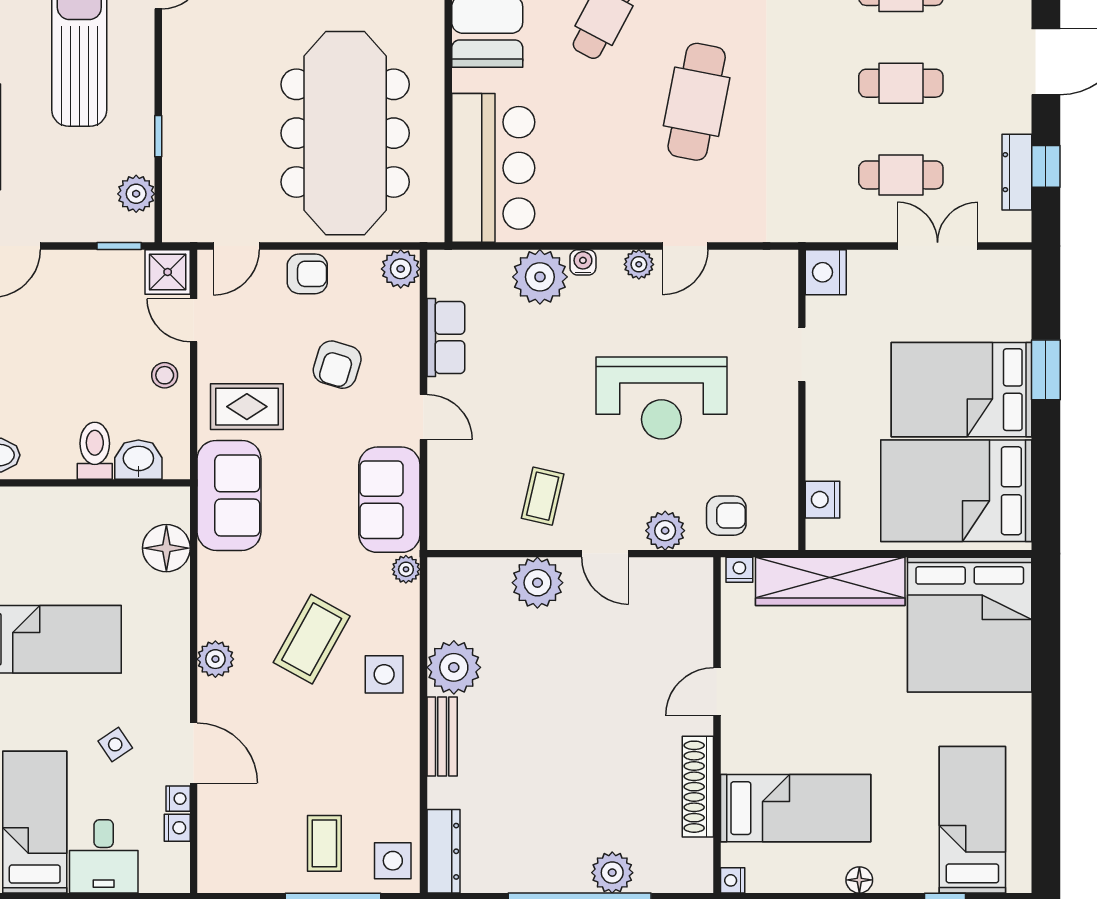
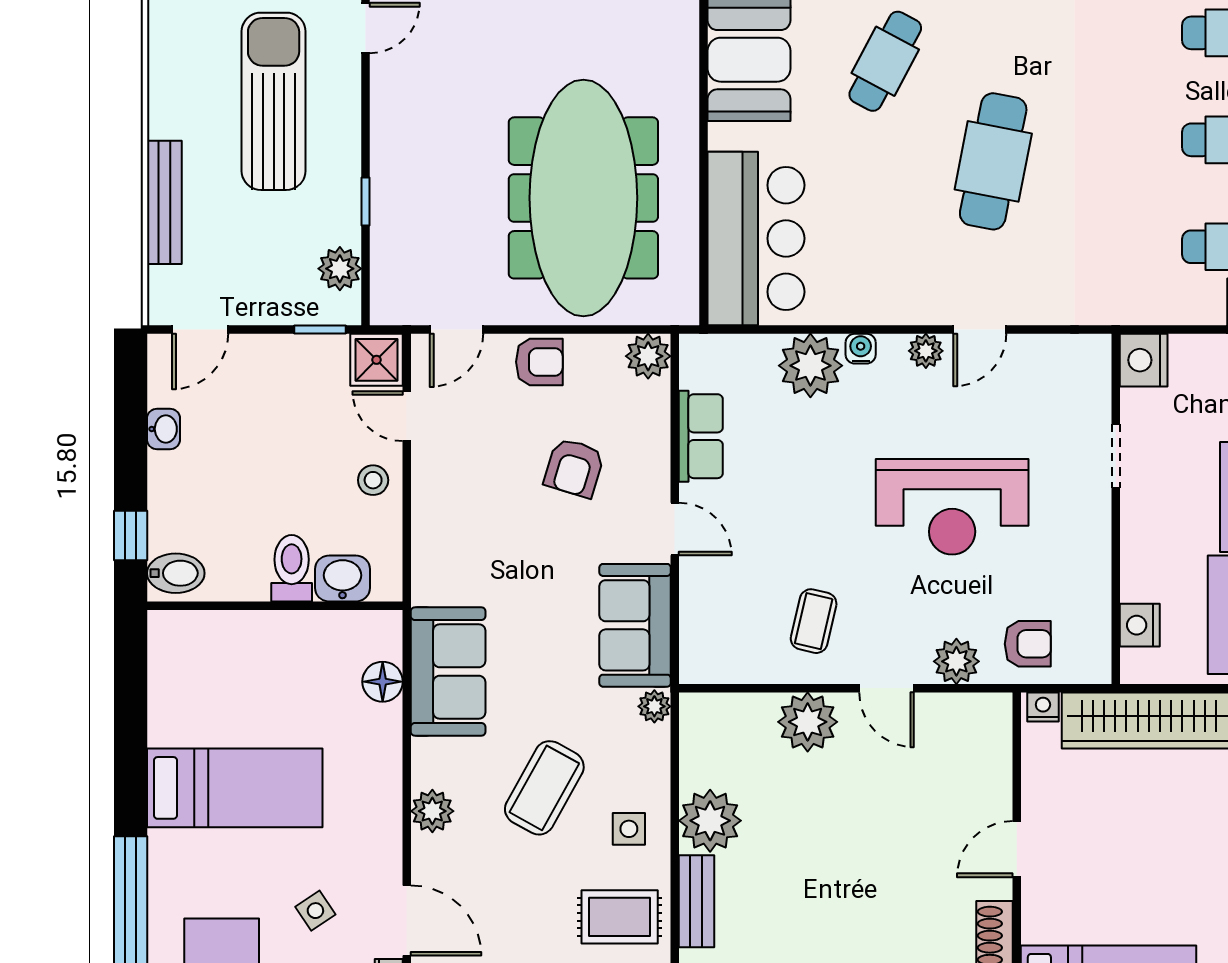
rug: (247, 407) -> (620, 917), moved
sofa: (229, 495) -> (448, 671), moved
floor lamp: (166, 548) -> (383, 682), width x0.73, depth x0.73
side table: (384, 674) -> (629, 829), width x0.73, depth x0.73

